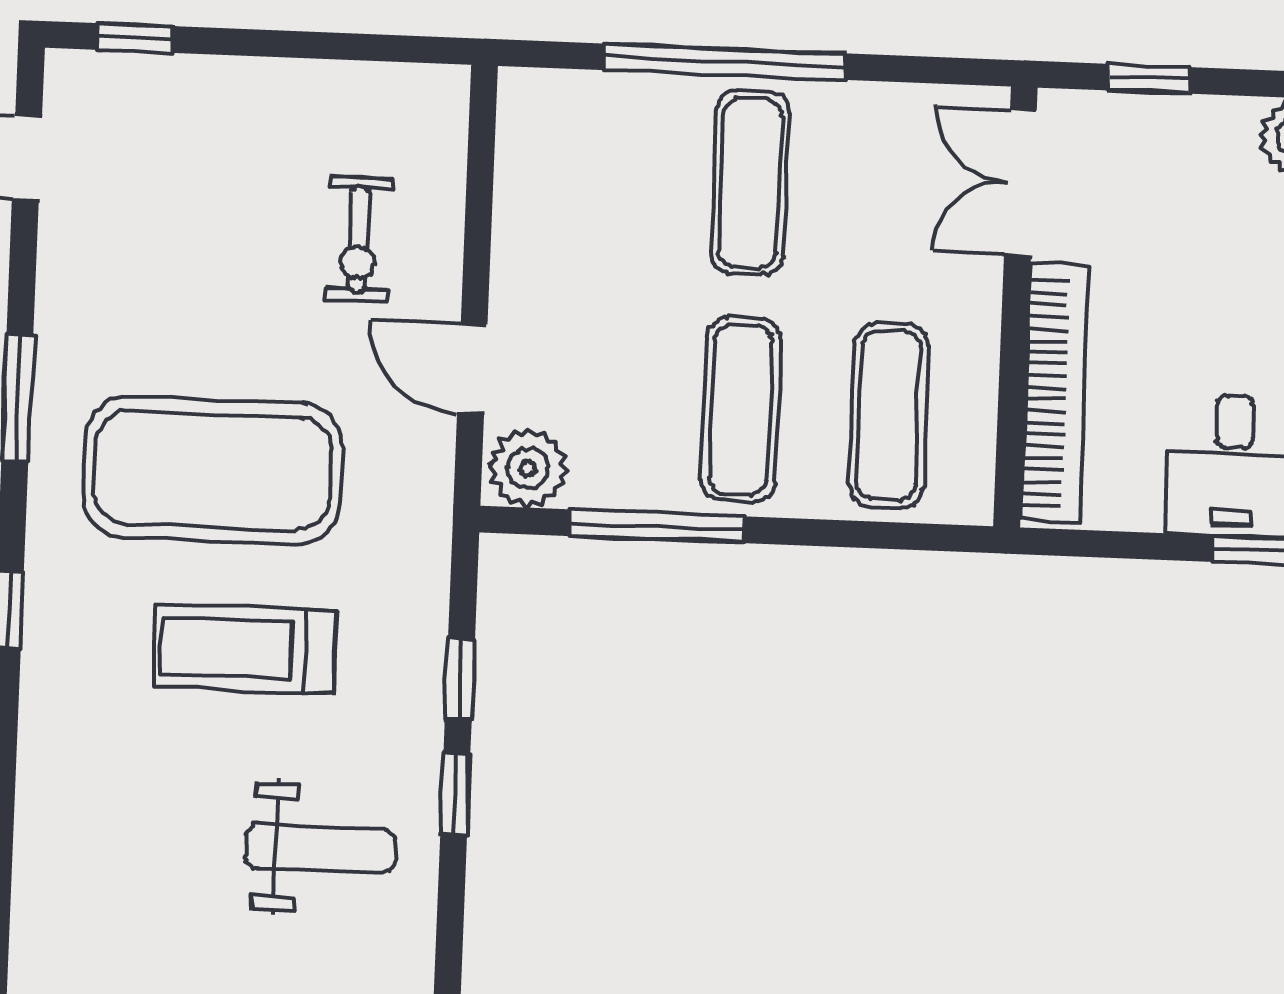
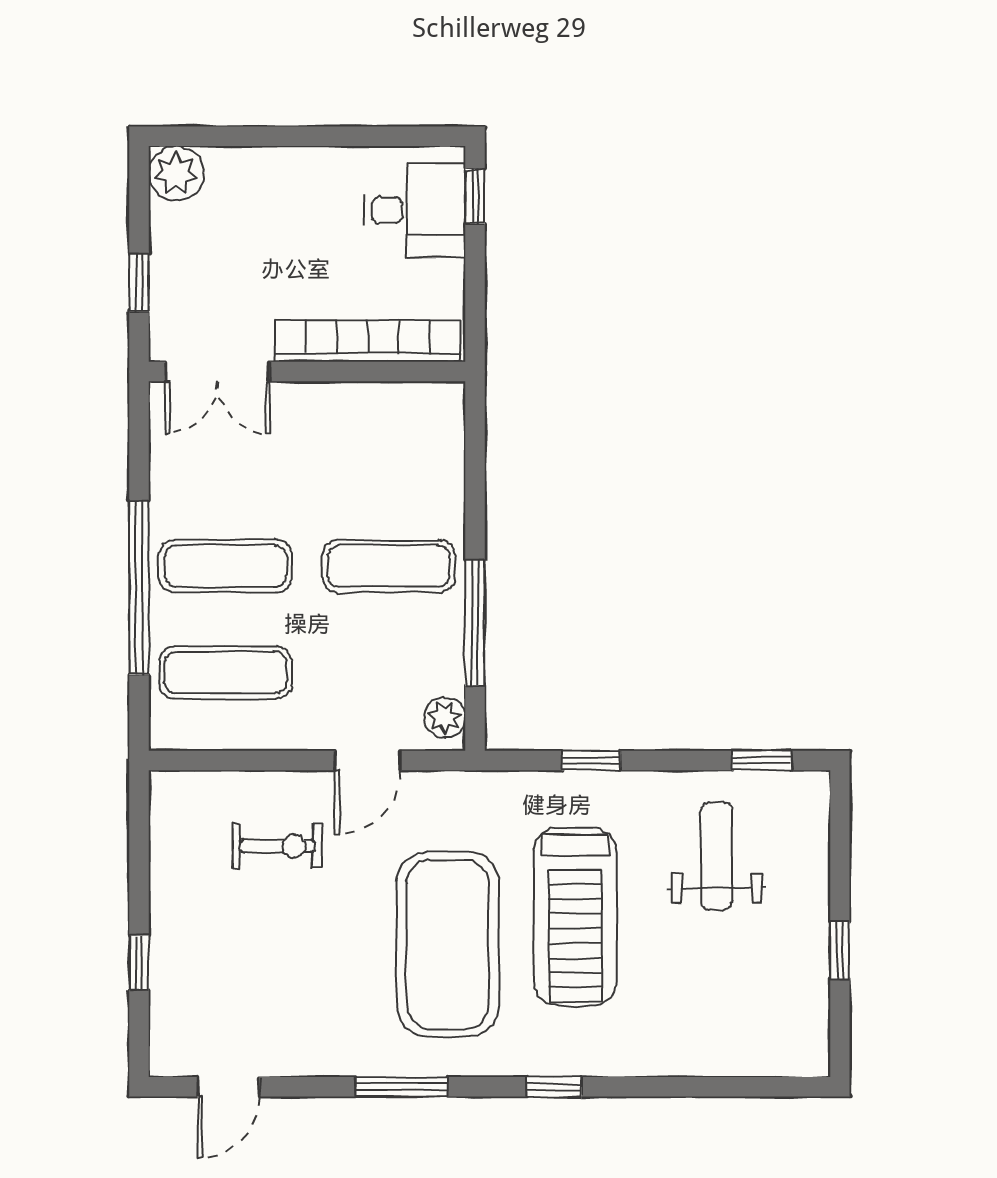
window: (135, 38) -> (139, 963), moved
exercise mat: (889, 415) -> (225, 672), moved
plant: (528, 468) -> (445, 718), width x0.73, depth x0.73
treadmill: (244, 649) -> (575, 916), width x1.37, depth x1.37
window: (455, 794) -> (762, 760), moved

